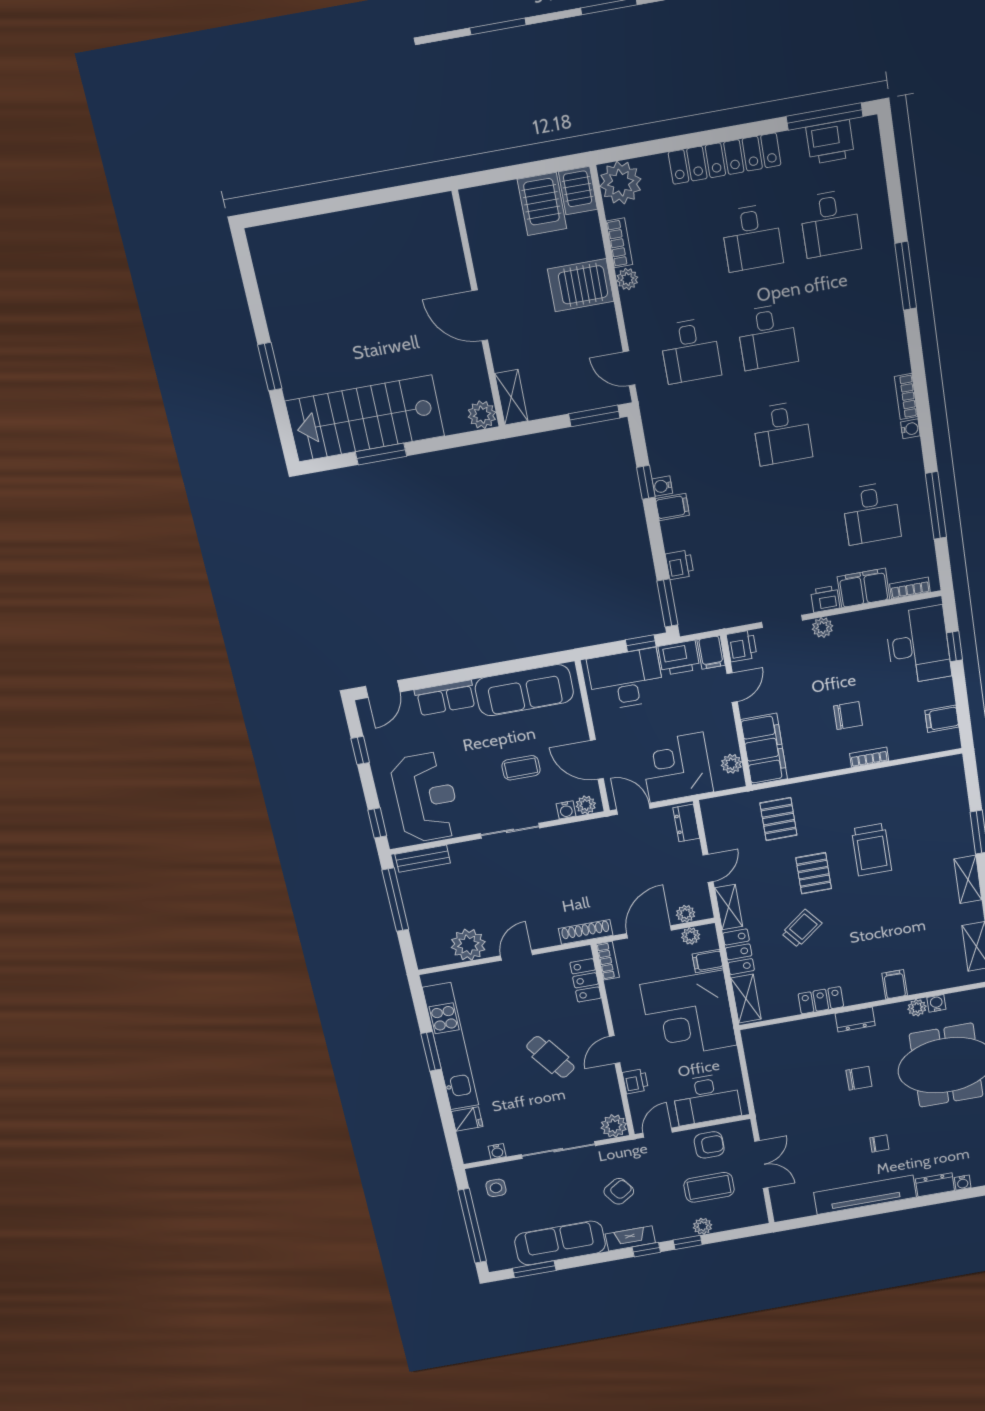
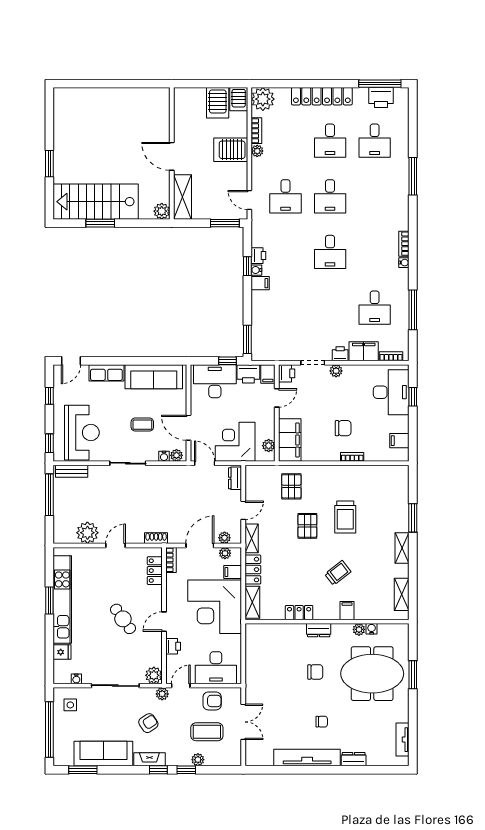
shelving: (511, 397) -> (182, 197), width x1.50, depth x1.33
printer: (680, 565) -> (258, 256), moved
trolley: (802, 928) -> (338, 573), moved
shoe rack: (586, 932) -> (156, 538), width x0.70
plant: (632, 1149) -> (162, 694), added
water cooler: (963, 1183) -> (372, 761), removed

